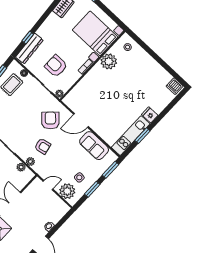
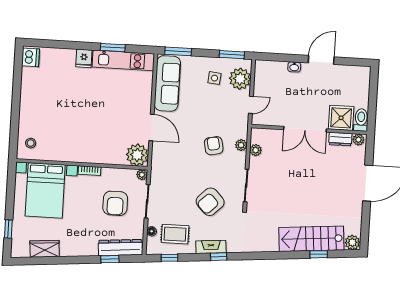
plant: (109, 61) -> (137, 155), moved
armchair: (50, 120) -> (210, 202), moved
sofa: (94, 146) -> (167, 83), width x1.36
door: (48, 185) -> (251, 105), swing flipped
window: (92, 189) -> (232, 55), moved

